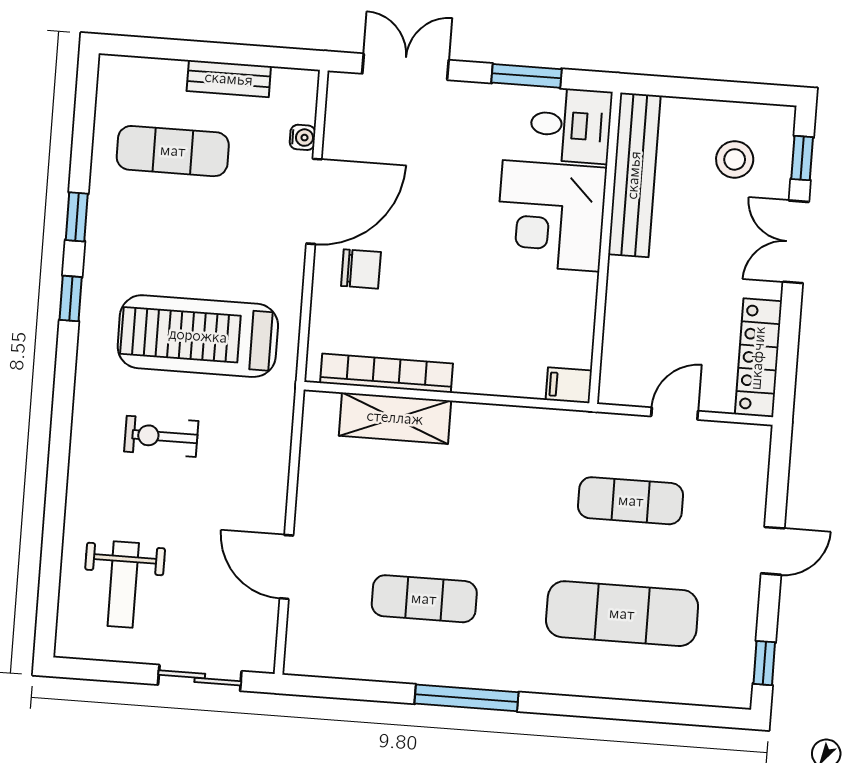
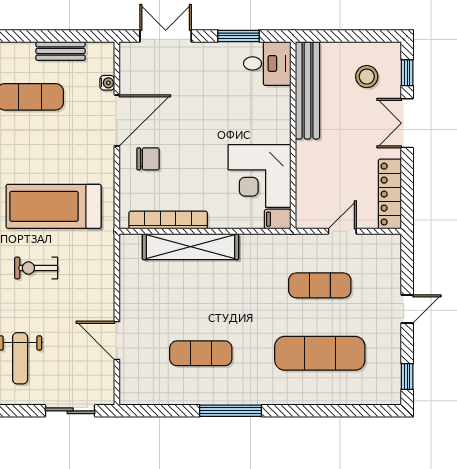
corner desk: (551, 216) -> (259, 176), moved
shelving: (395, 418) -> (190, 247), width x1.47

